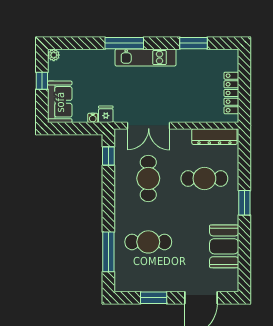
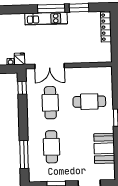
window: (124, 43) -> (51, 9), moved
locker: (231, 93) -> (106, 27), moved
dresser: (214, 137) -> (95, 72), removed
cafe table: (148, 242) -> (52, 147), turned 90

